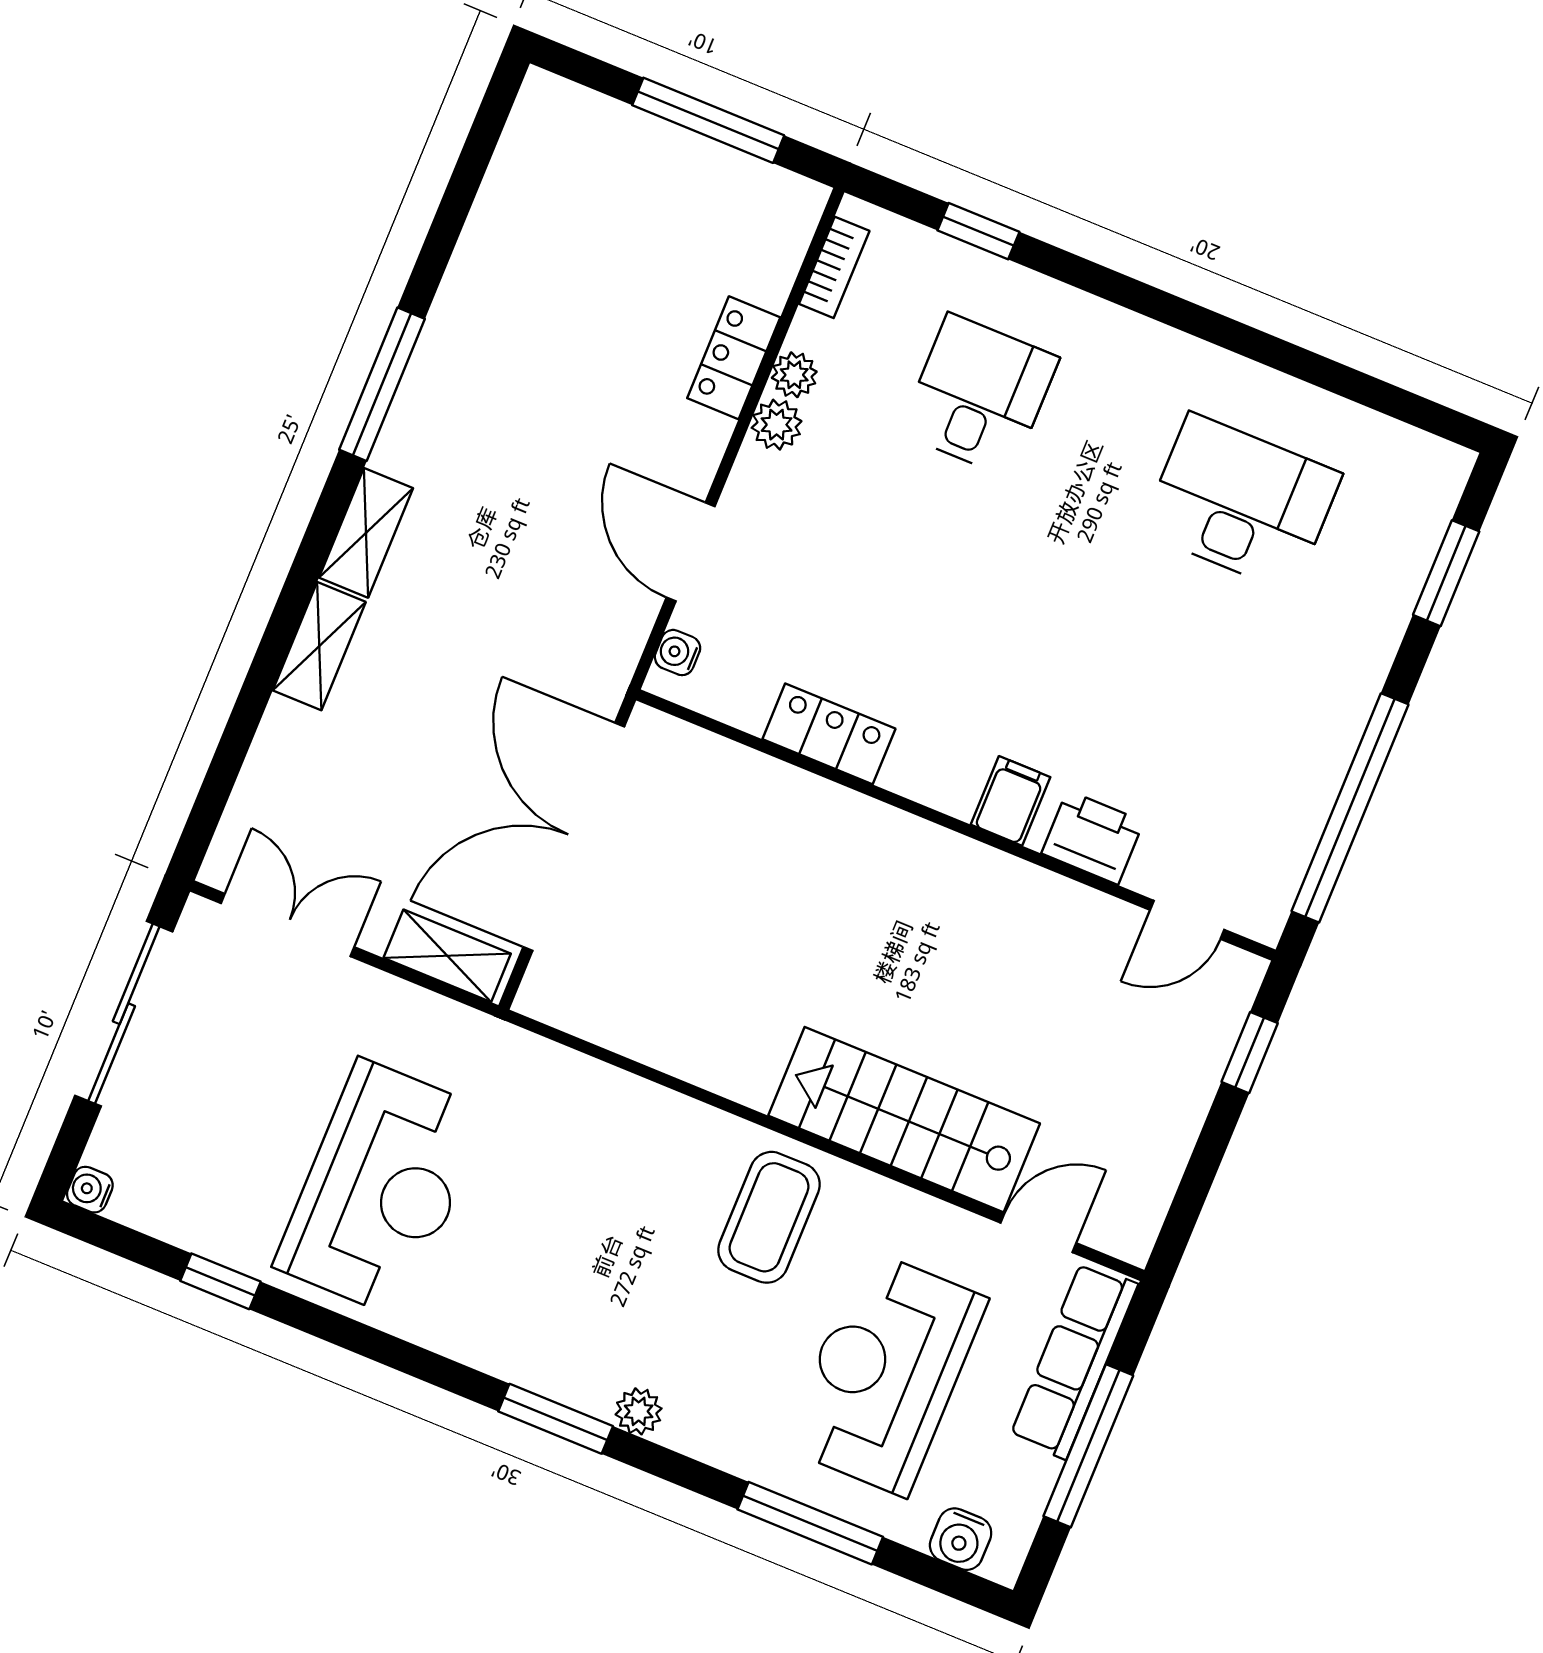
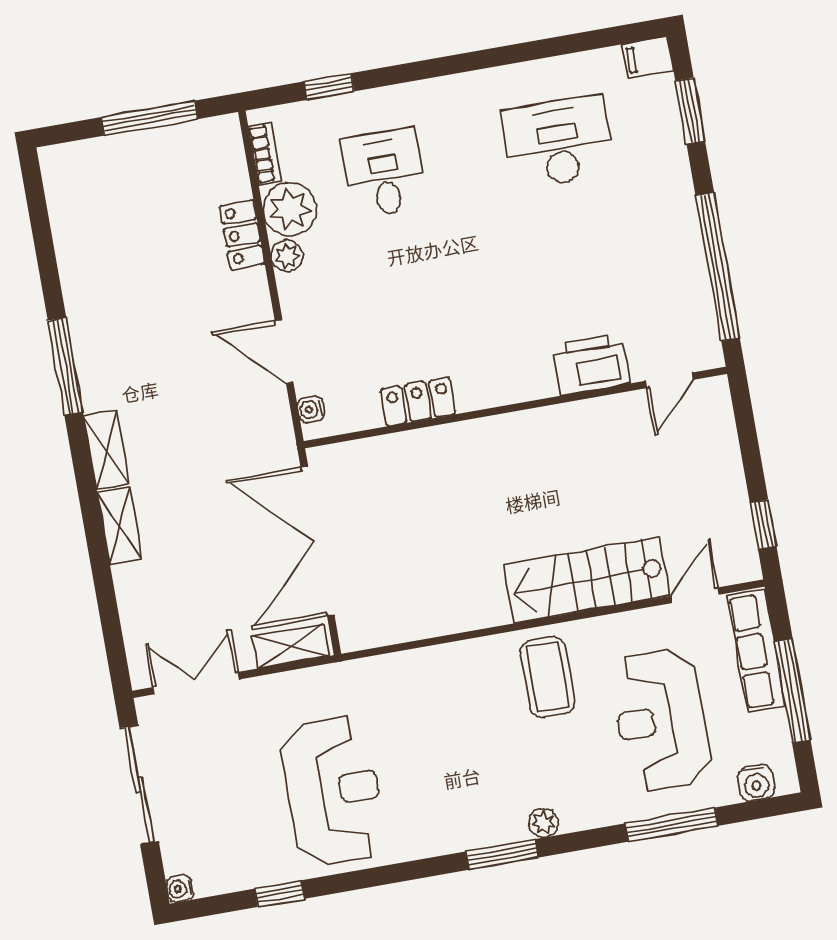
plant: (794, 375) -> (290, 209), width x1.88, depth x1.88
filing cabinet: (1011, 801) -> (648, 57), moved, turned -90
printer: (1093, 837) -> (591, 364), width x1.37, depth x1.19
window: (1250, 1053) -> (763, 525), moved

